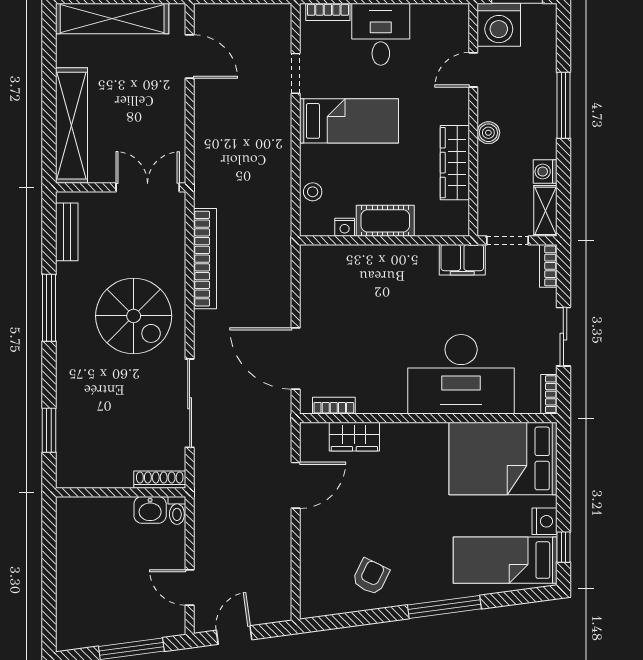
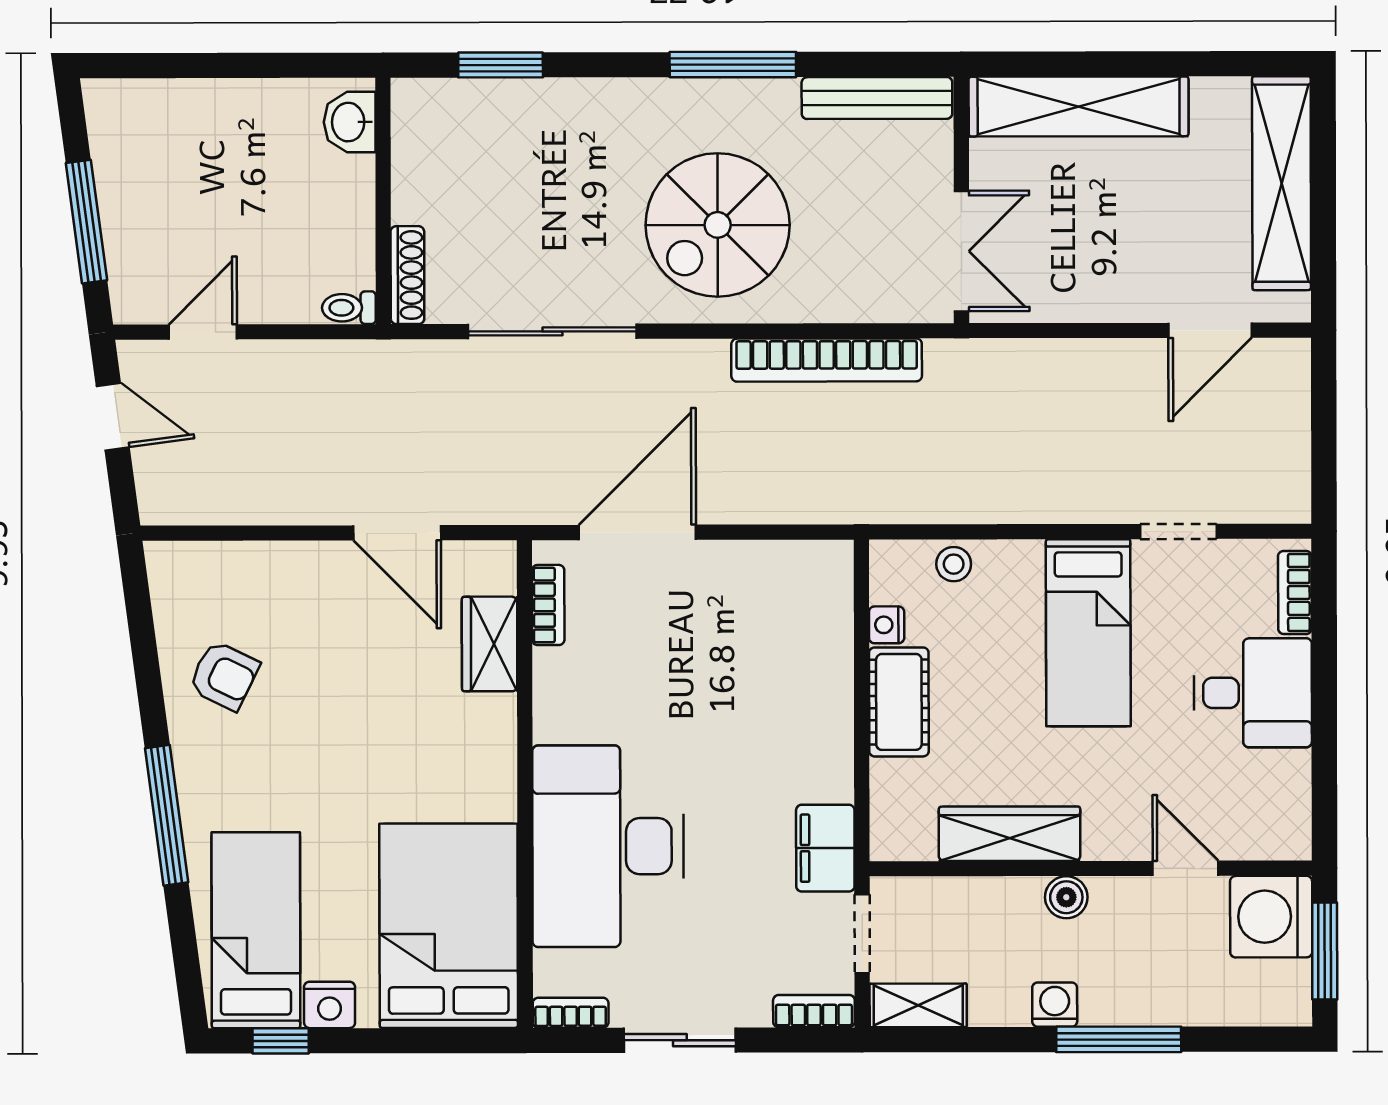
washing machine: (545, 171) -> (1055, 1005), moved
bench: (67, 232) -> (877, 98), width x1.36
washbasin: (150, 510) -> (350, 122), moved

